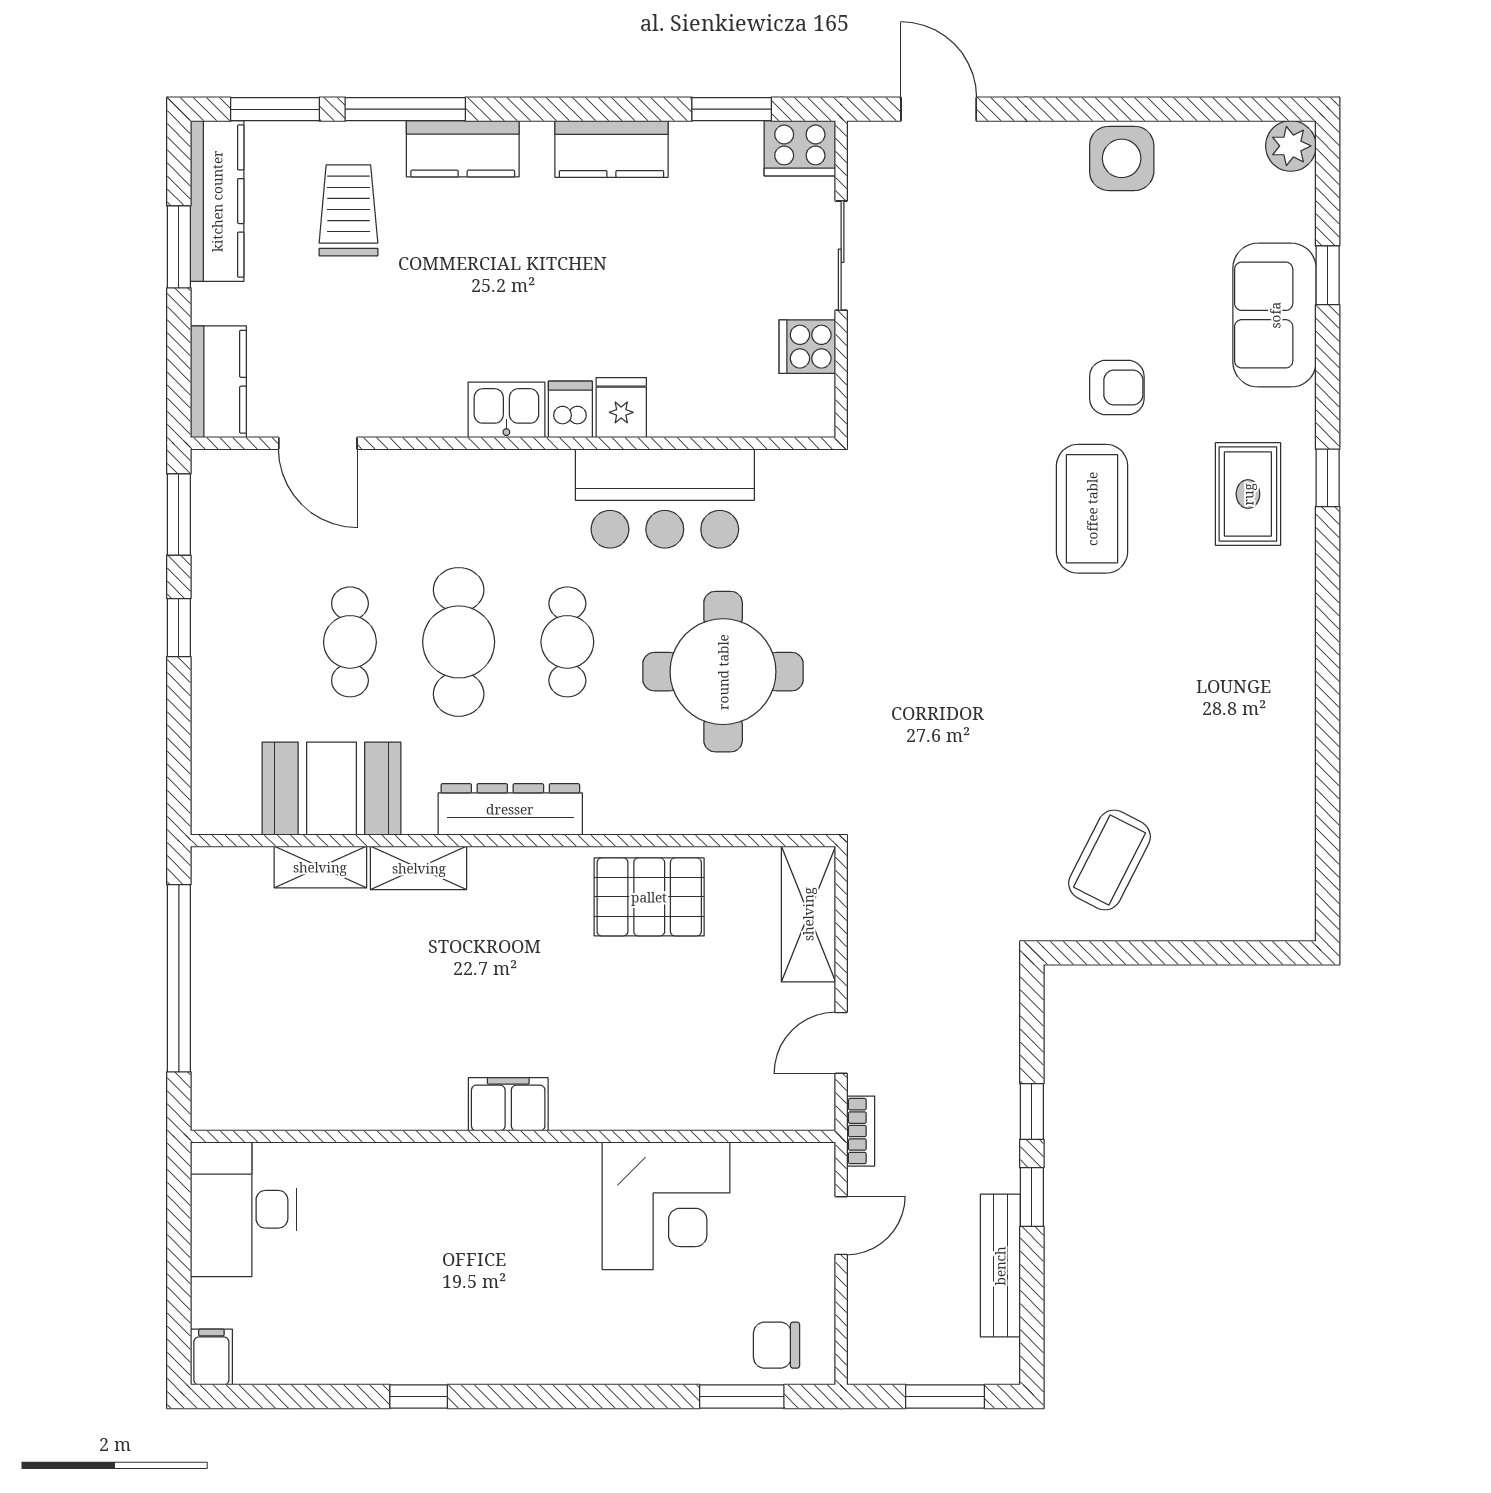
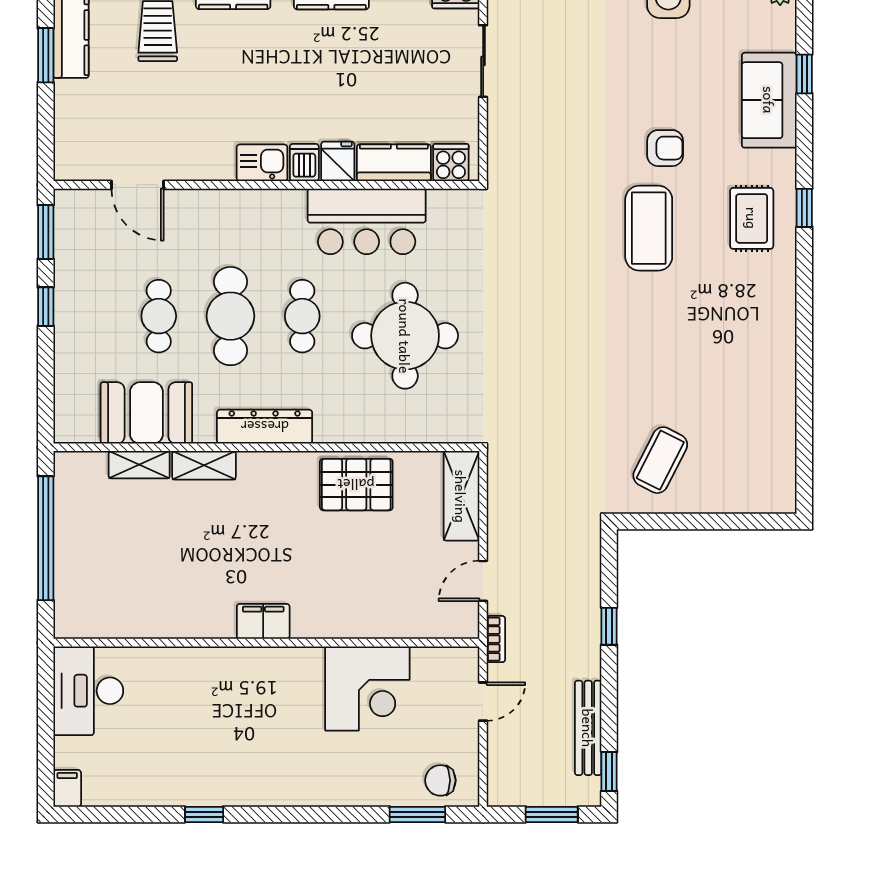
cooker: (807, 347) -> (451, 163), moved, turned 90
kitchen counter: (218, 382) -> (394, 163), moved, turned -90
window: (1032, 1197) -> (609, 771), moved

